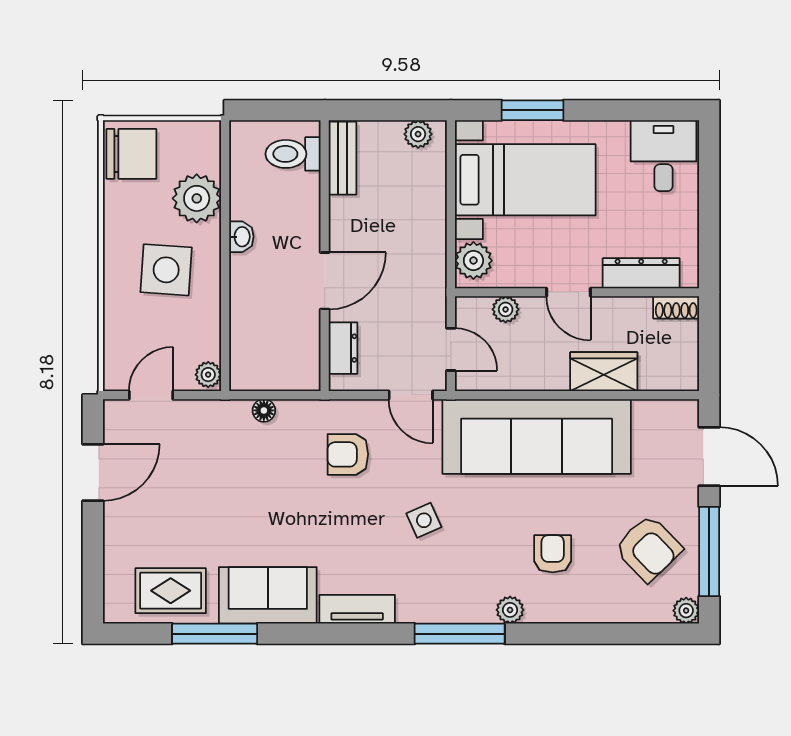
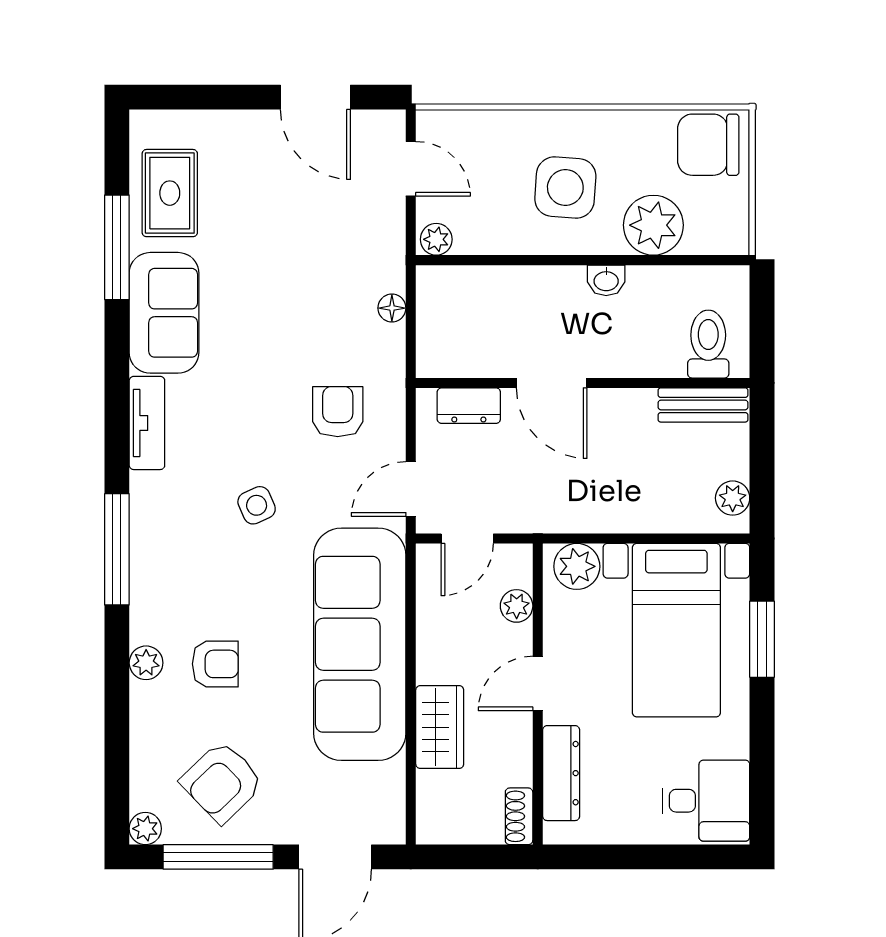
chair: (131, 154) -> (708, 145), turned 90
plant: (510, 610) -> (146, 663), moved

